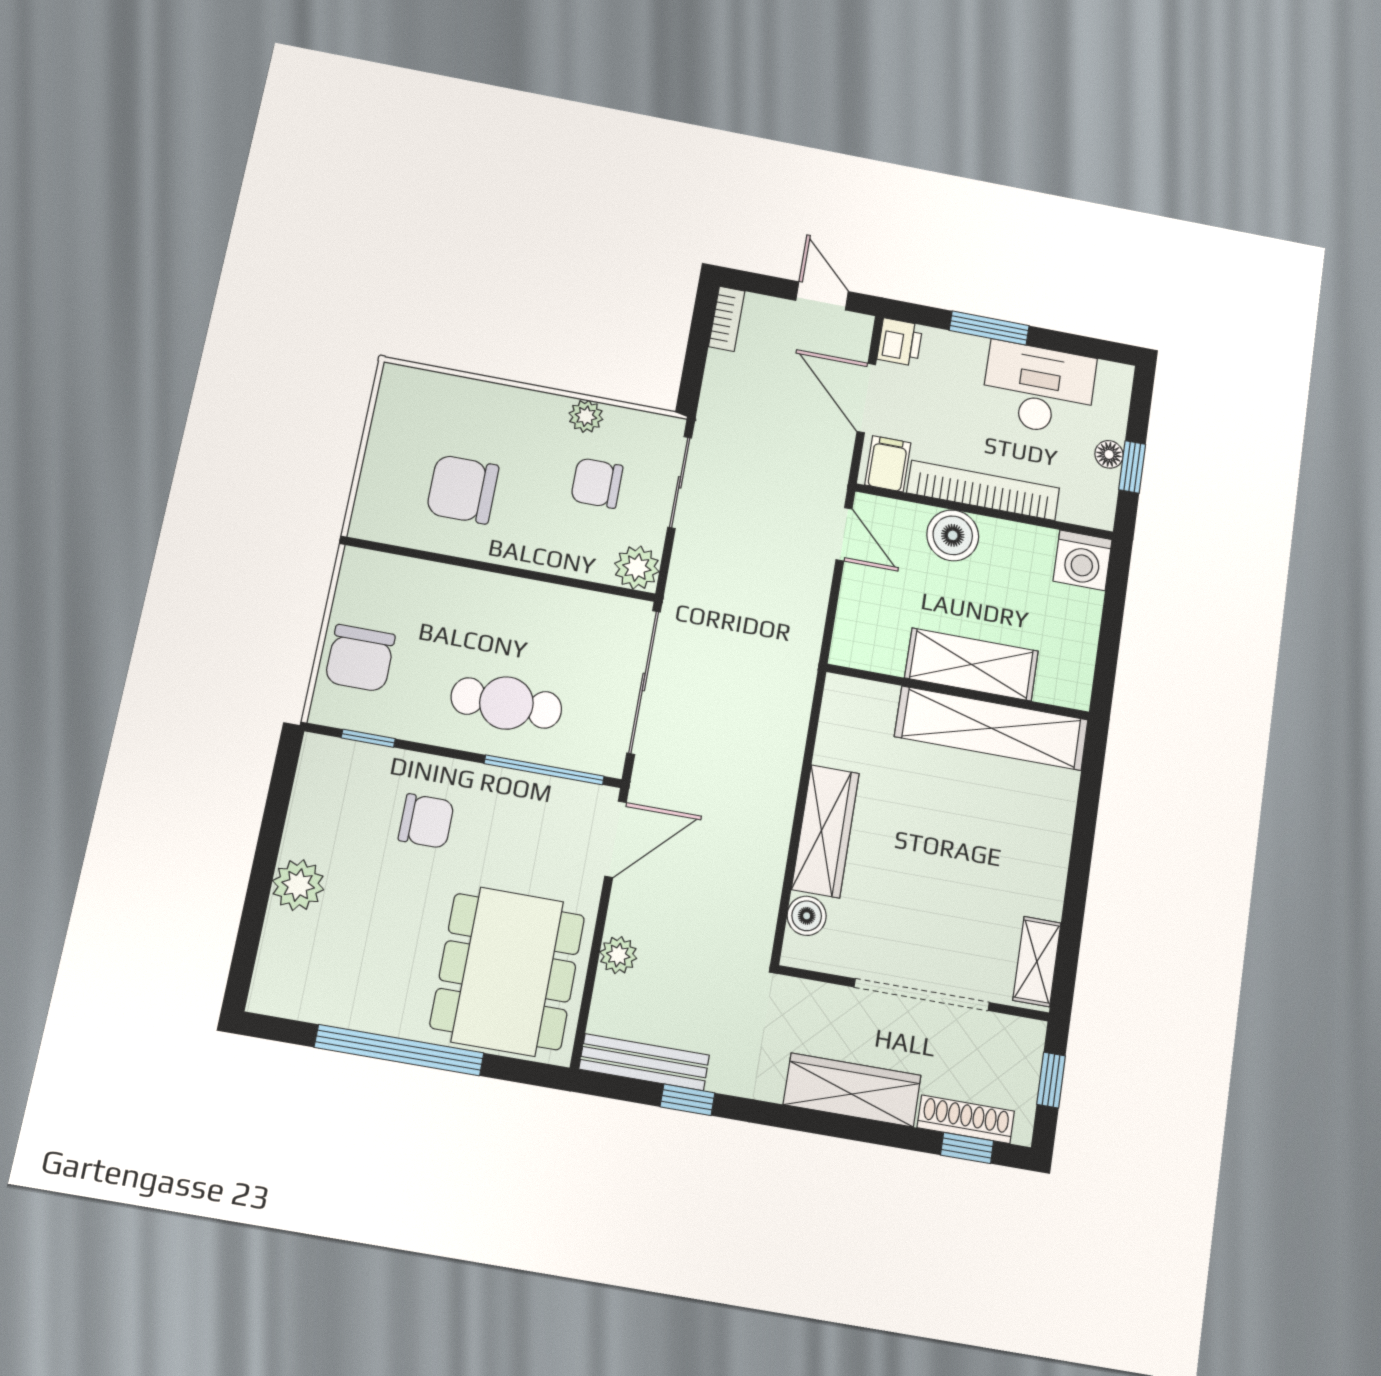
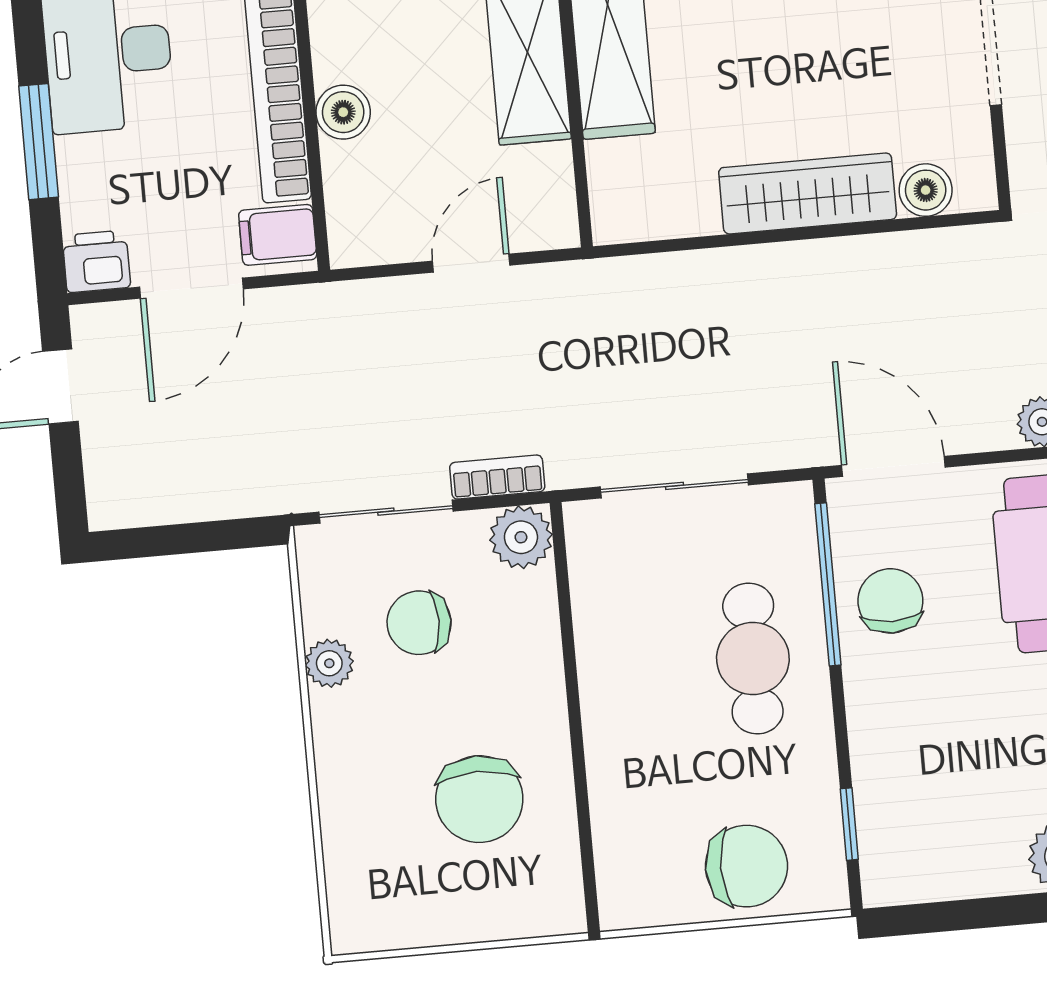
bookcase: (727, 319) -> (497, 477), moved
chair: (597, 483) -> (419, 623), turned 90
door: (844, 534) -> (471, 263), moved
boiler: (953, 535) -> (343, 112), width x0.73, depth x0.73
sliding door: (644, 682) -> (674, 486), width x0.73
chair: (426, 821) -> (890, 601), moved

